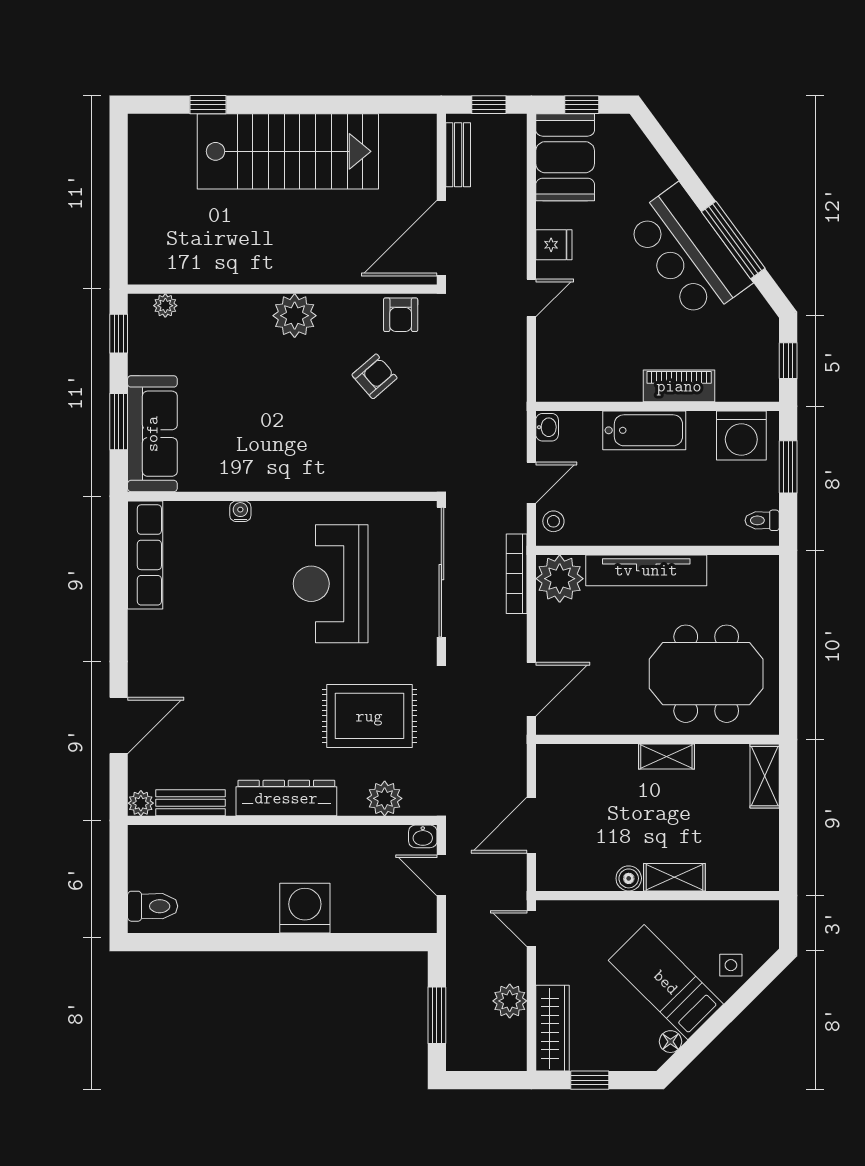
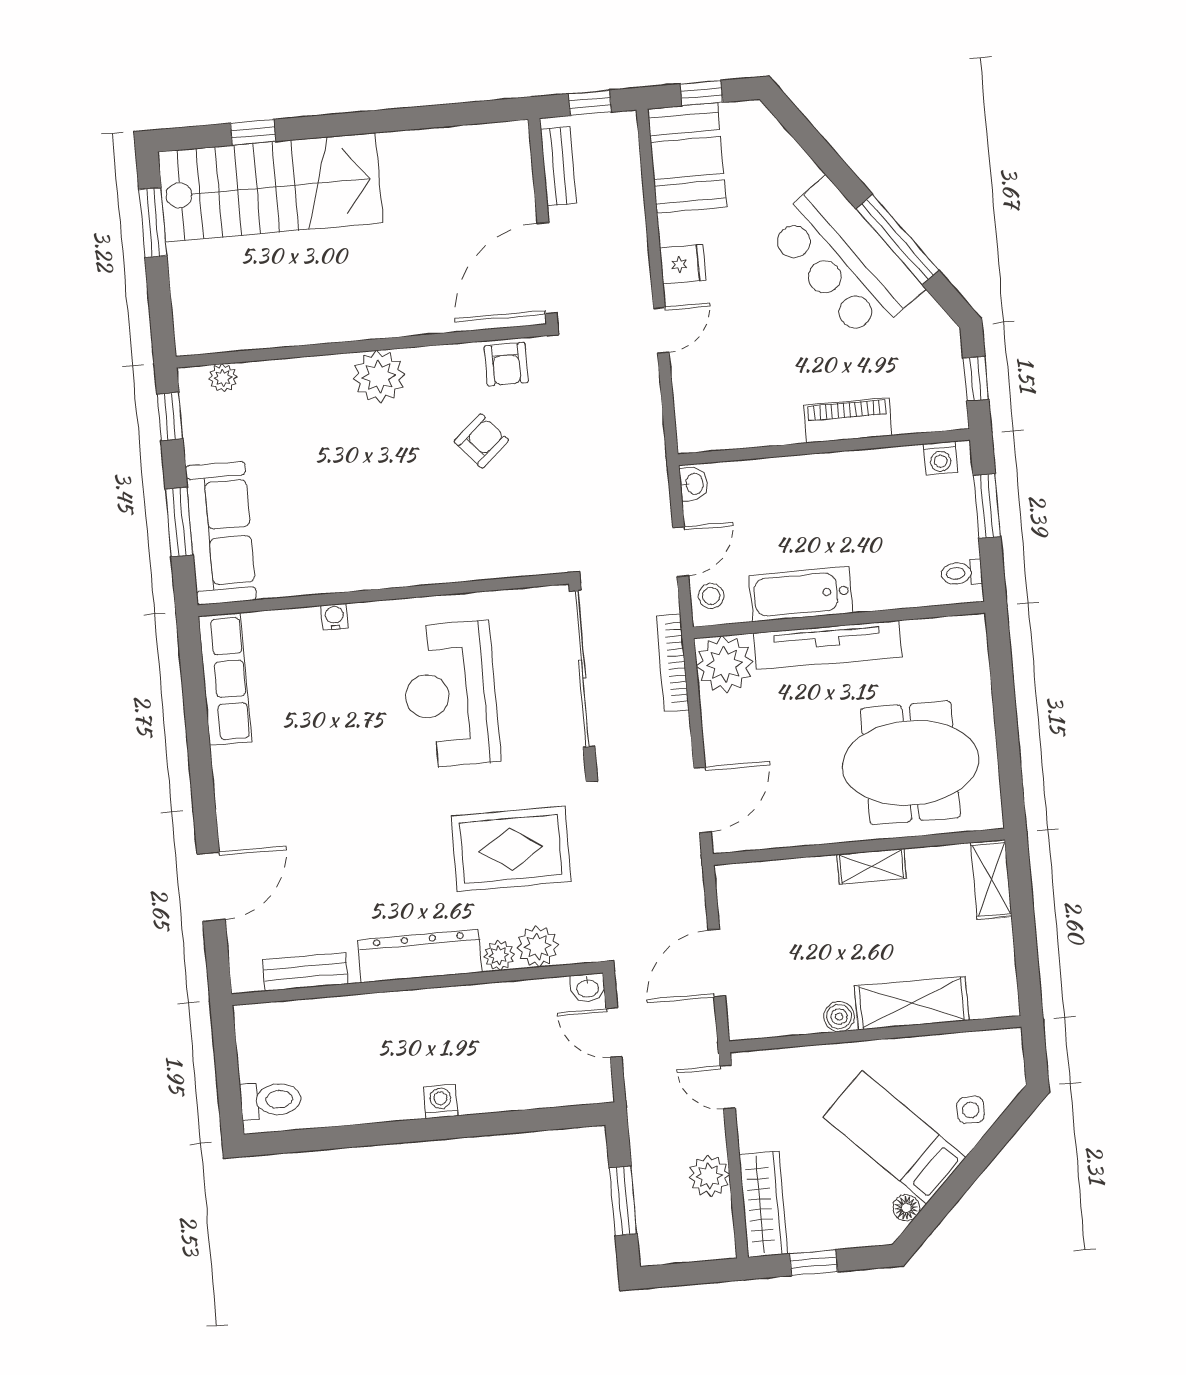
stairs: (288, 151) -> (270, 187), moved
window: (119, 172) -> (153, 223), added
bathtub: (644, 430) -> (801, 594), moved, turned 180
washing machine: (741, 436) -> (940, 458), width x0.53, depth x0.53
plant: (141, 803) -> (499, 955), moved
shelving: (674, 877) -> (912, 1003), width x1.50, depth x1.33
washing machine: (305, 908) -> (441, 1101), width x0.53, depth x0.53

